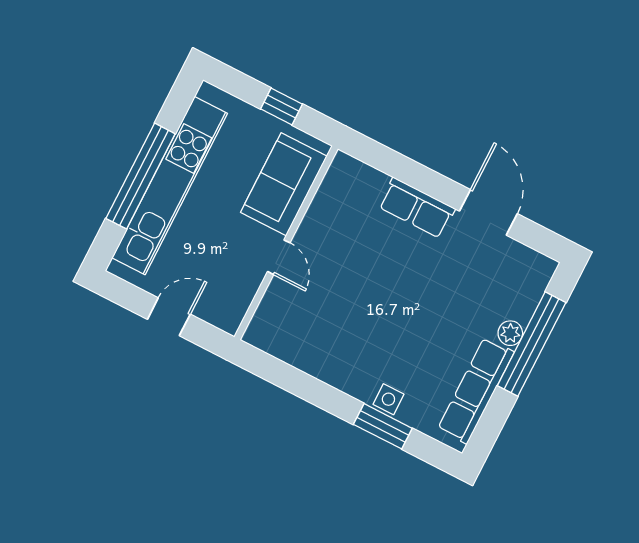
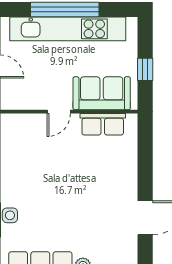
row of seats: (417, 208) -> (103, 124), moved, turned -90

